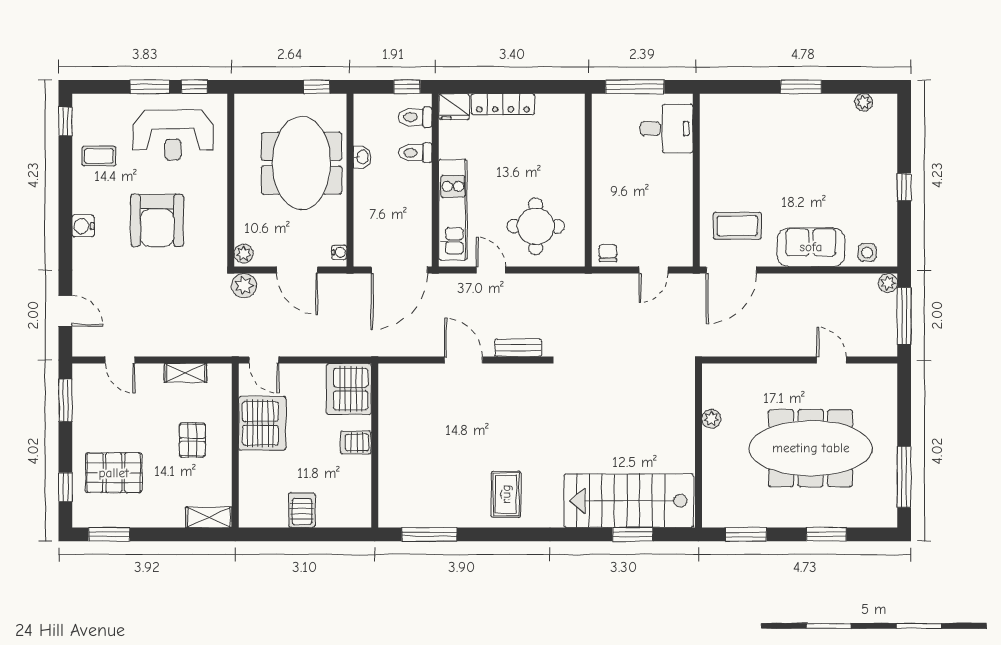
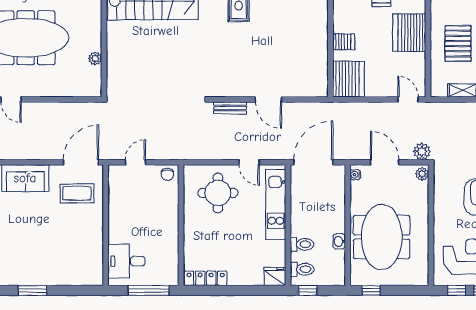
locker: (503, 104) -> (206, 278), moved
server rack: (262, 423) -> (409, 33), moved
pallet: (192, 440) -> (458, 44), width x1.50, depth x1.42

